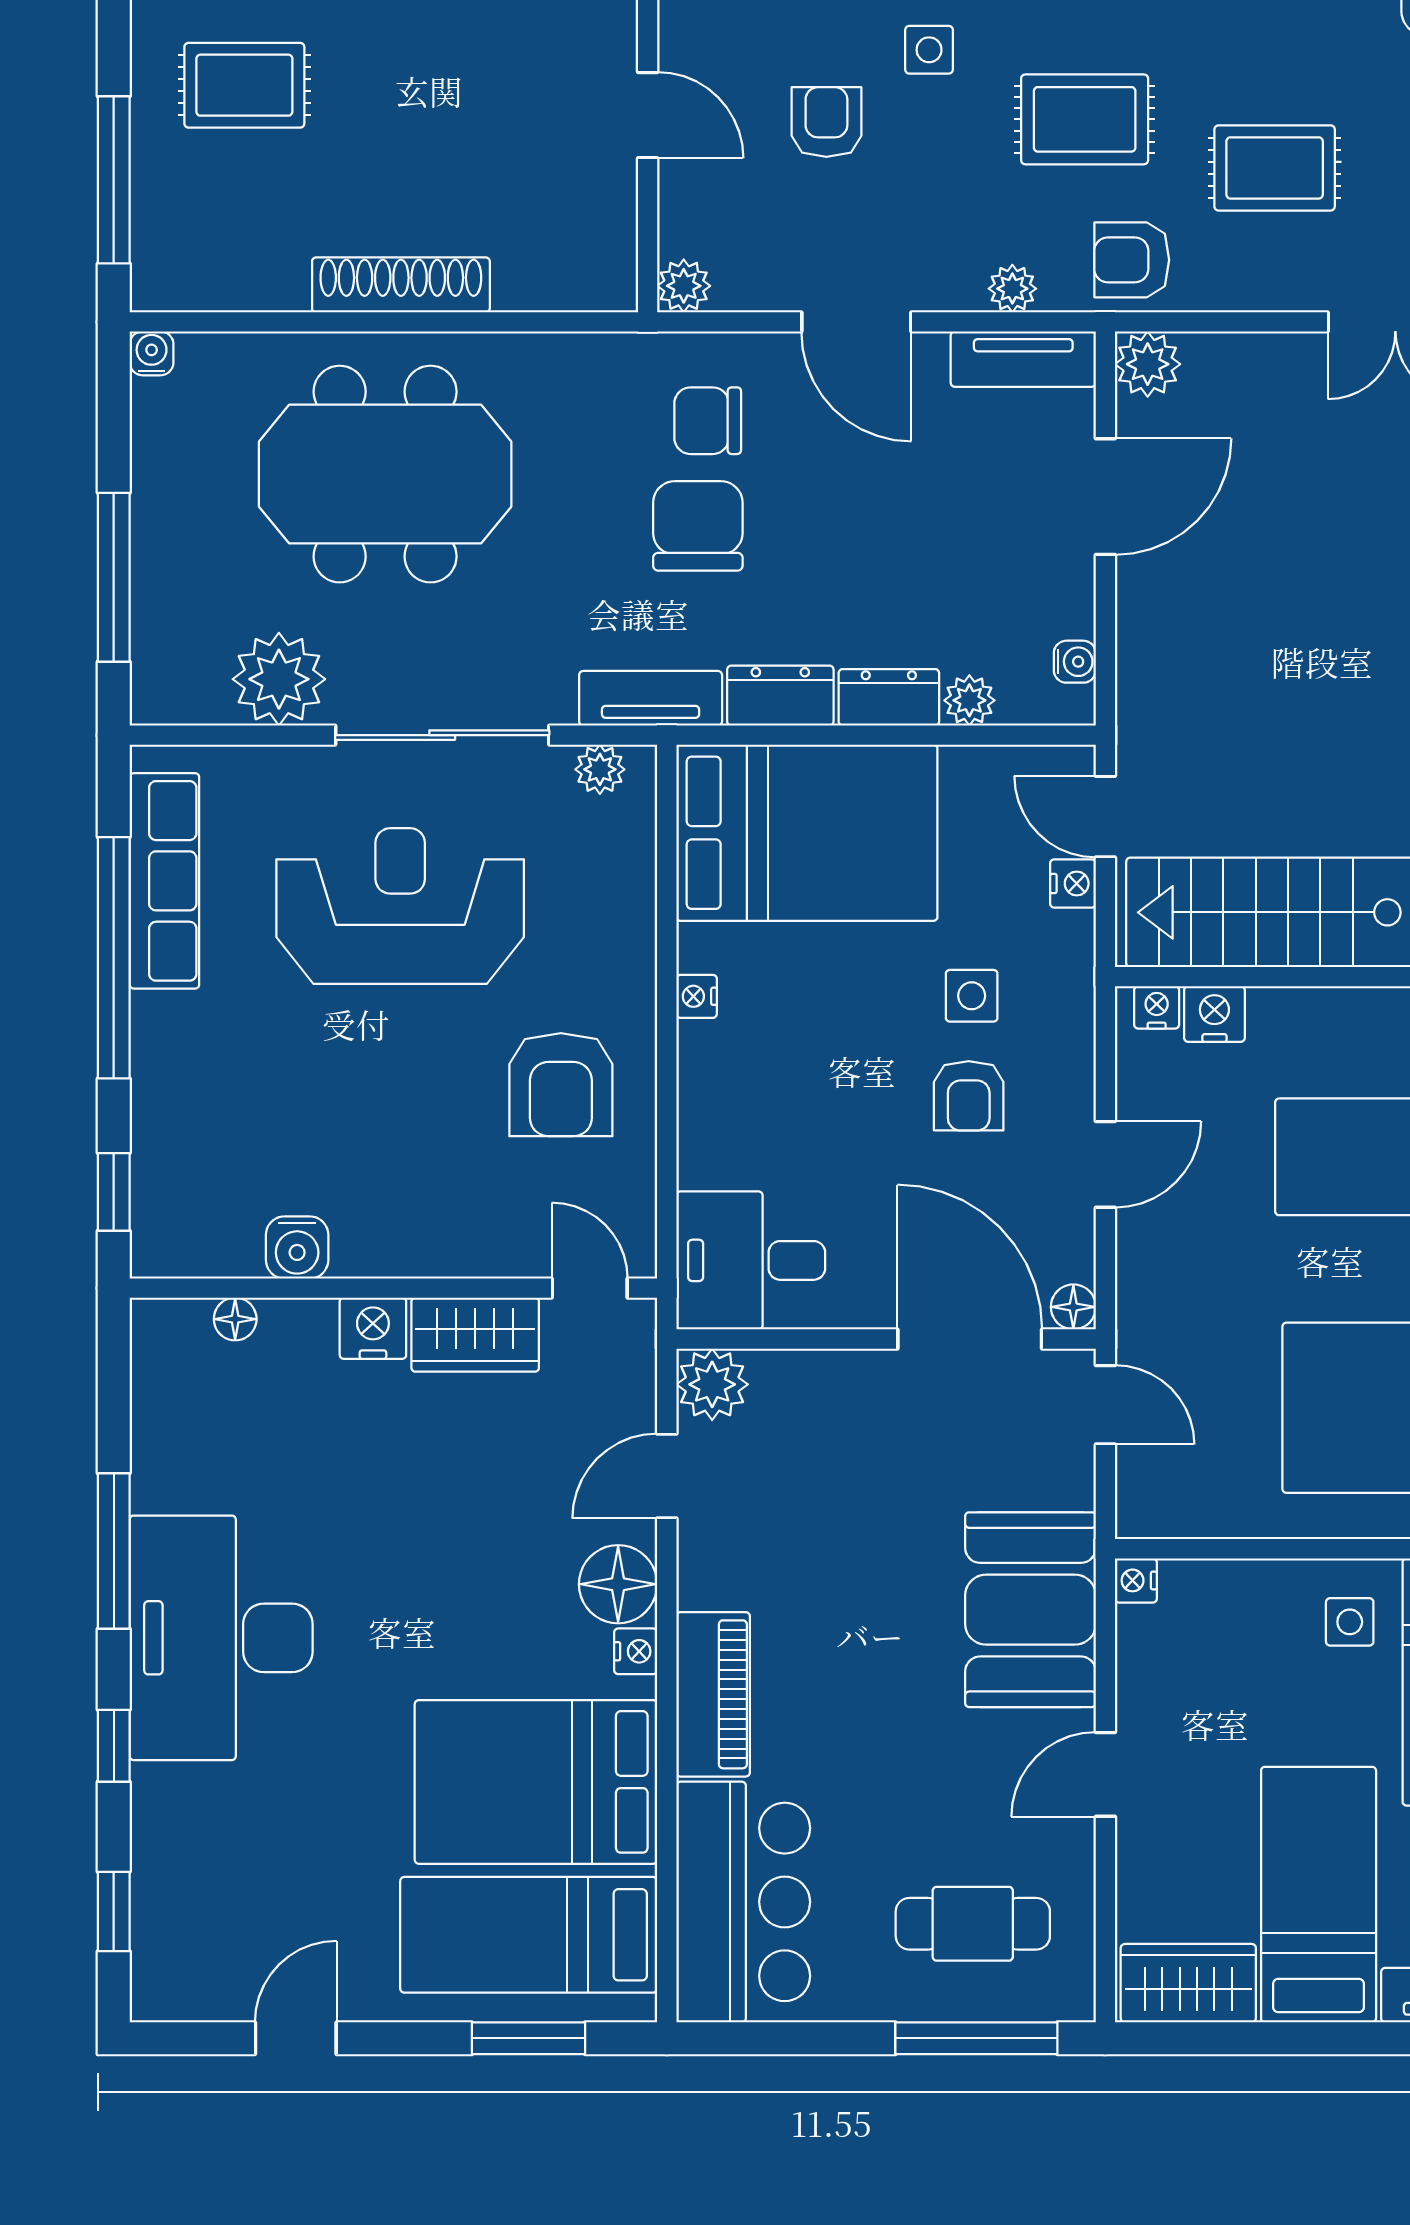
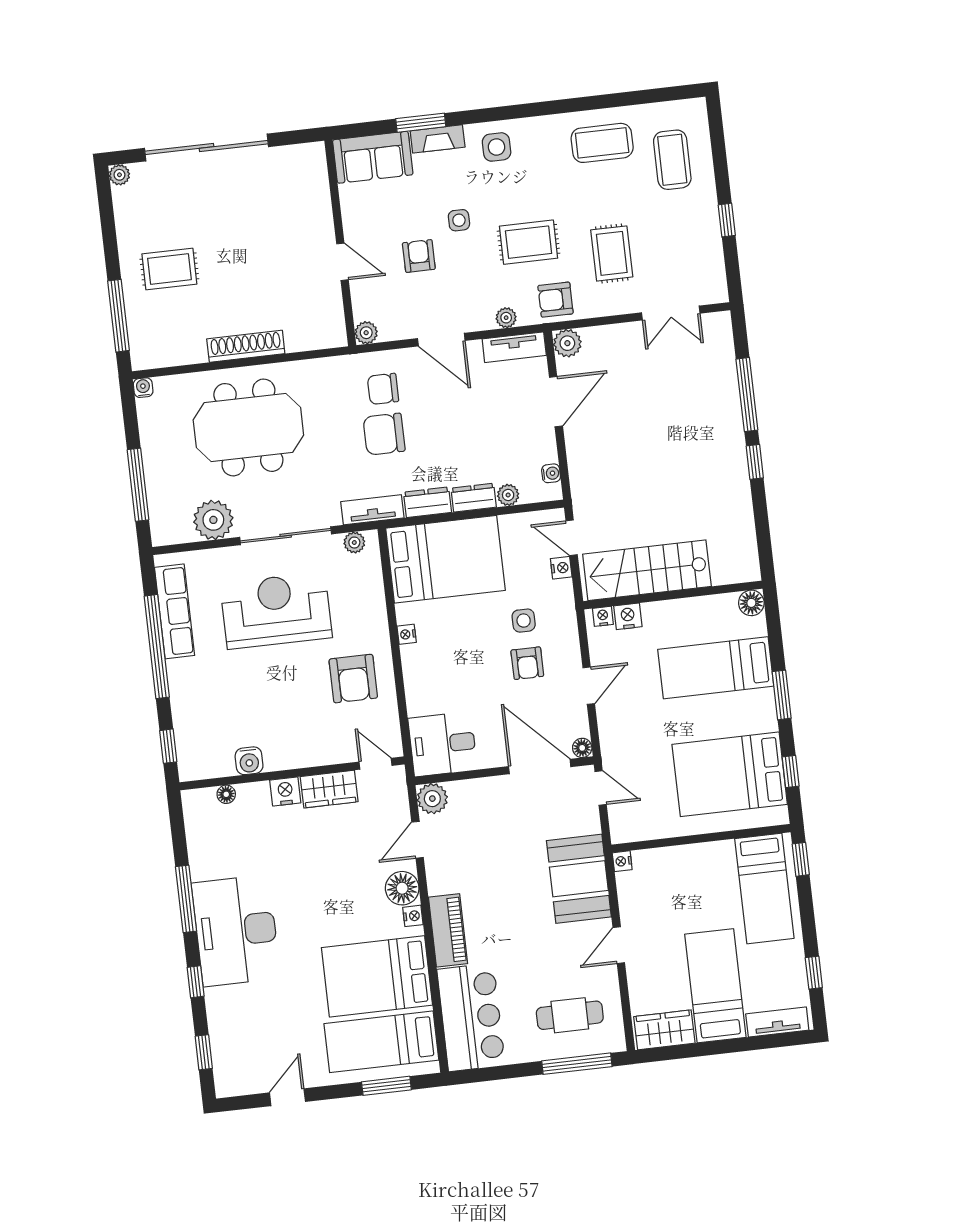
rug: (1275, 168) -> (612, 253), turned 90
chair: (698, 526) -> (384, 434), turned -90
side table: (1350, 1622) -> (715, 868), removed

